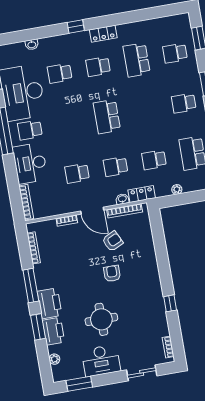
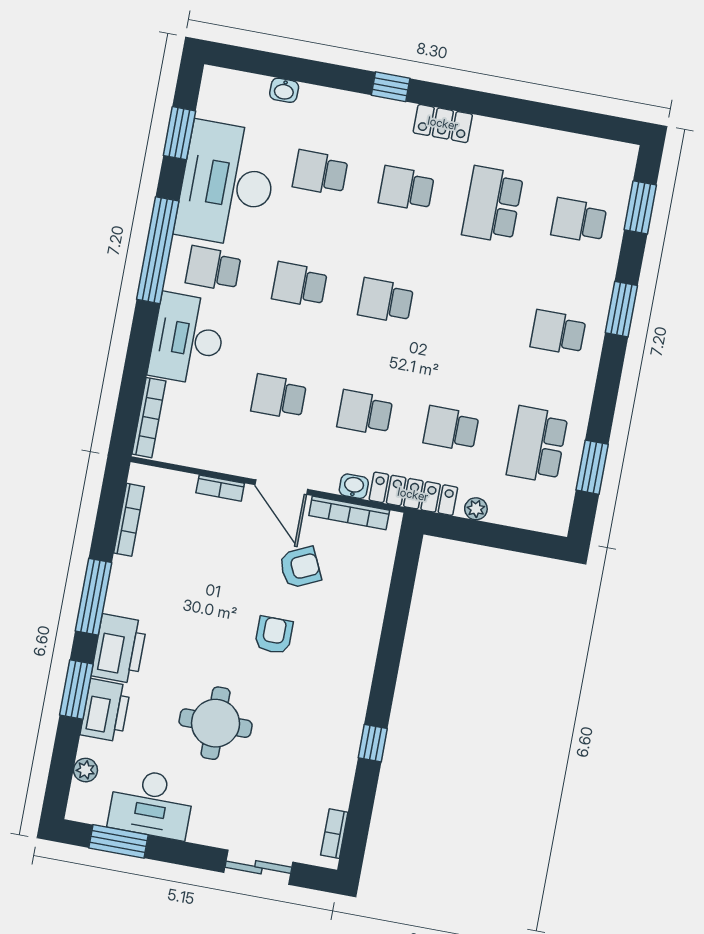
school desk: (107, 117) -> (386, 301), width x0.54
school desk: (68, 123) -> (299, 285), added
locker: (142, 194) -> (413, 494), width x1.53
desk: (101, 361) -> (151, 804), moved

